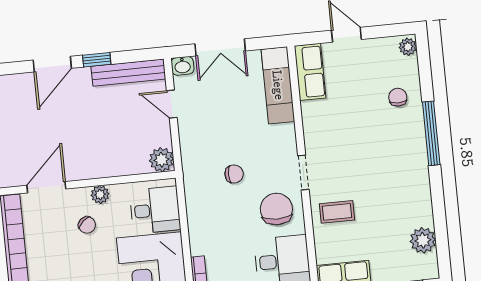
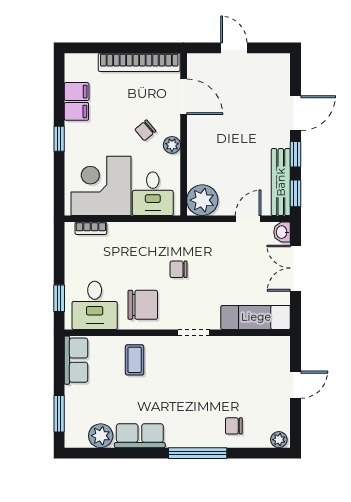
window: (139, 55) -> (295, 193), added
door: (52, 64) -> (295, 113), swing flipped
row of seats: (310, 72) -> (140, 436), moved, turned 180
chair: (398, 97) -> (234, 426), turned 180
plant: (161, 160) -> (202, 200), width x1.36, depth x1.36
doorway: (303, 172) -> (194, 333), moved
chair: (234, 174) -> (179, 269), turned 90

